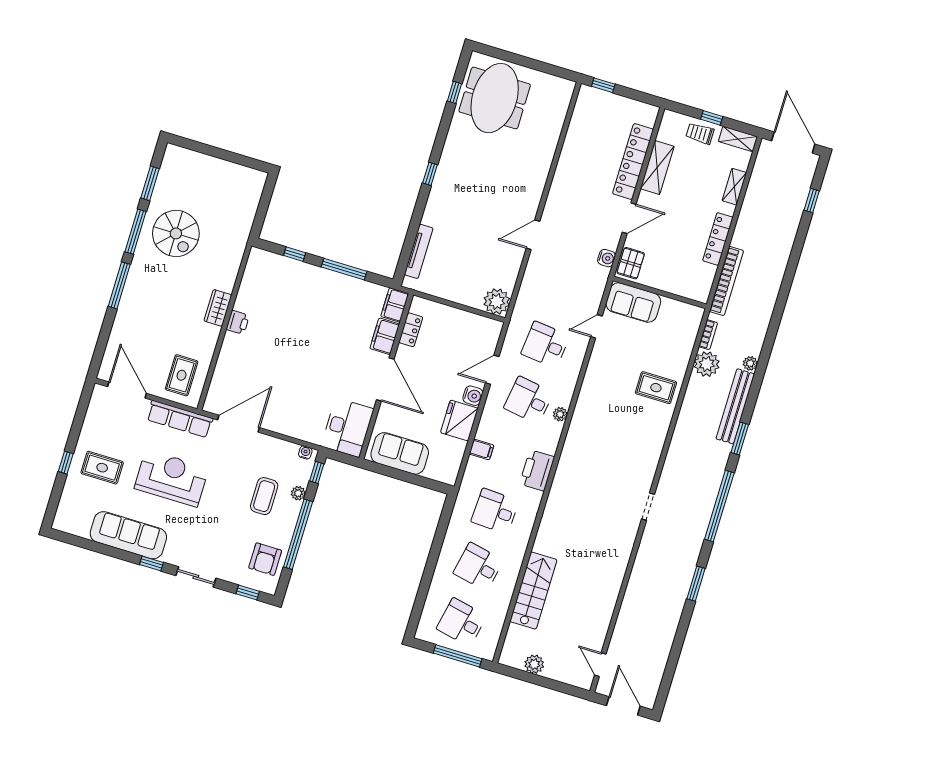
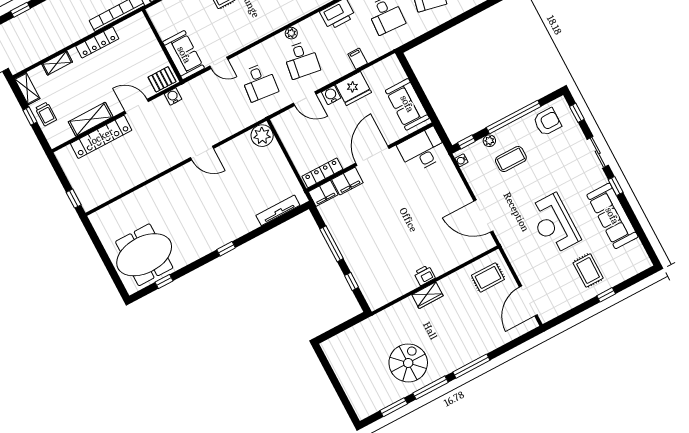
locker: (411, 330) -> (322, 173), width x1.53
row of seats: (180, 419) -> (515, 253), removed

